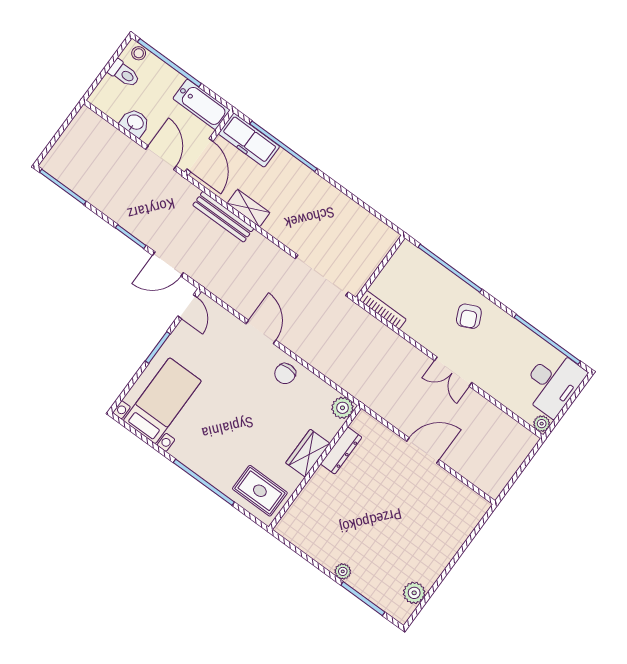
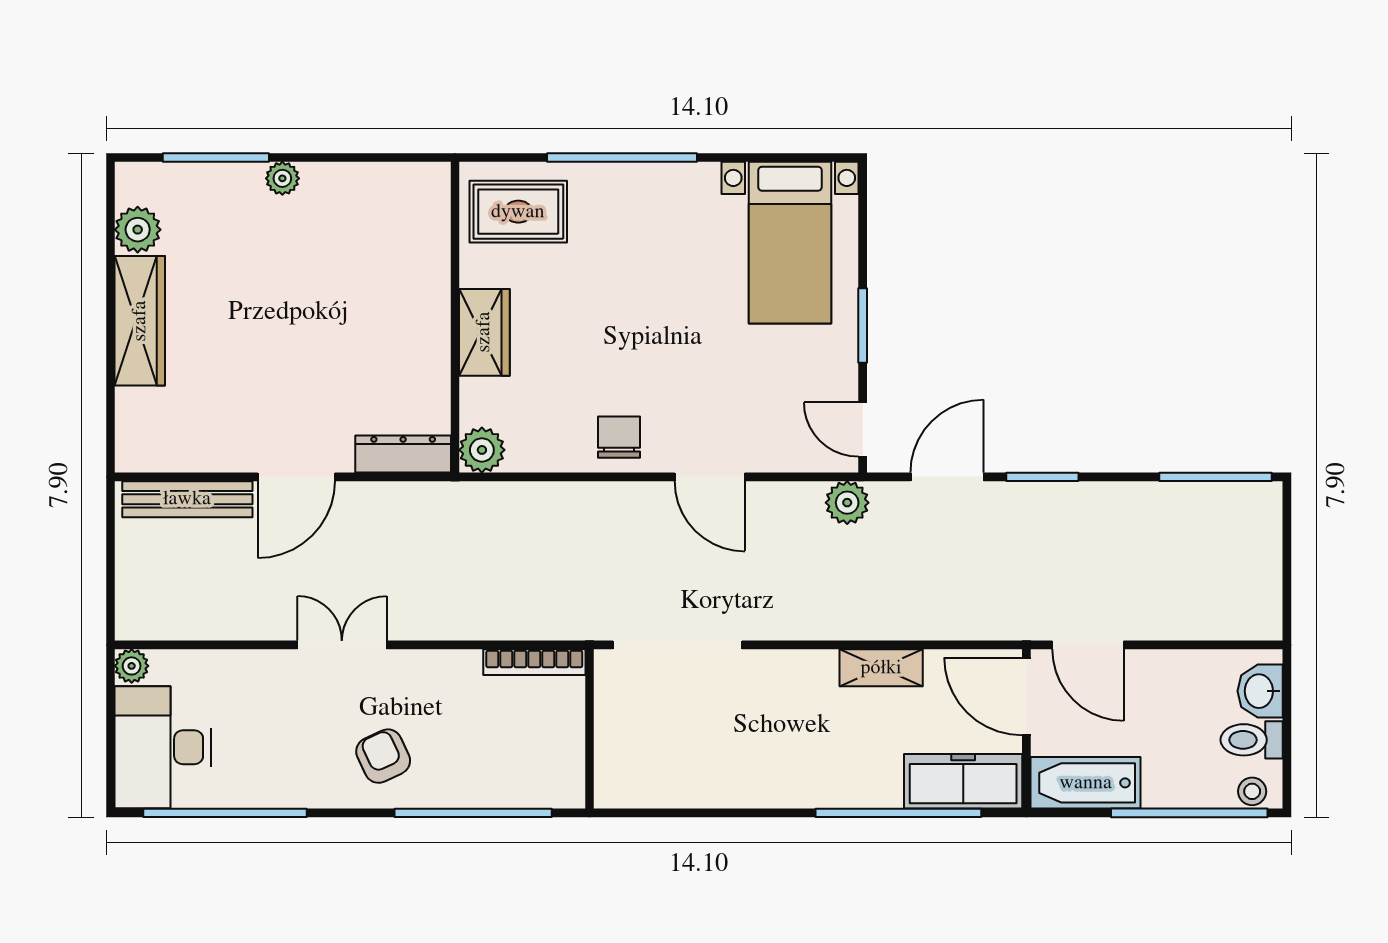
washbasin: (135, 123) -> (1260, 691), moved, turned 90
bench: (223, 217) -> (187, 499), moved
plant: (214, 282) -> (847, 503), added
dresser: (341, 451) -> (403, 454), moved, turned 90
wardrobe: (439, 557) -> (140, 321), added

